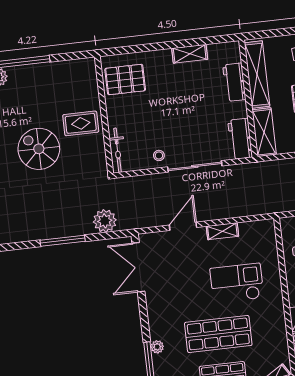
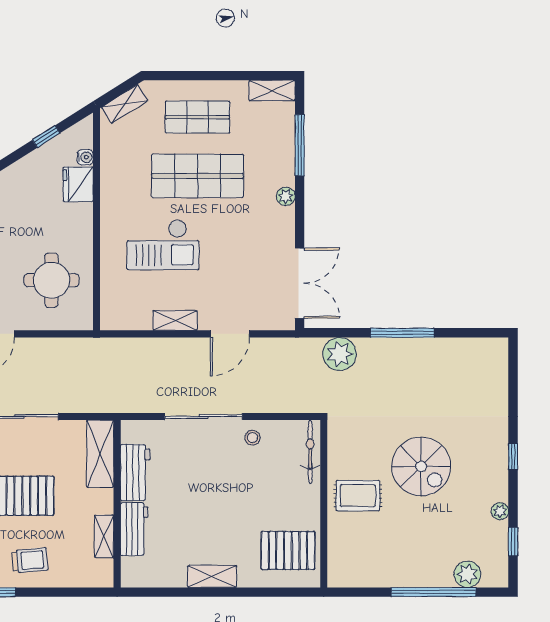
shelving: (190, 54) -> (212, 577), moved
shelving: (257, 75) -> (104, 536), width x0.45, depth x0.75
workbench: (240, 139) -> (135, 473), moved
plant: (157, 347) -> (286, 196), moved

